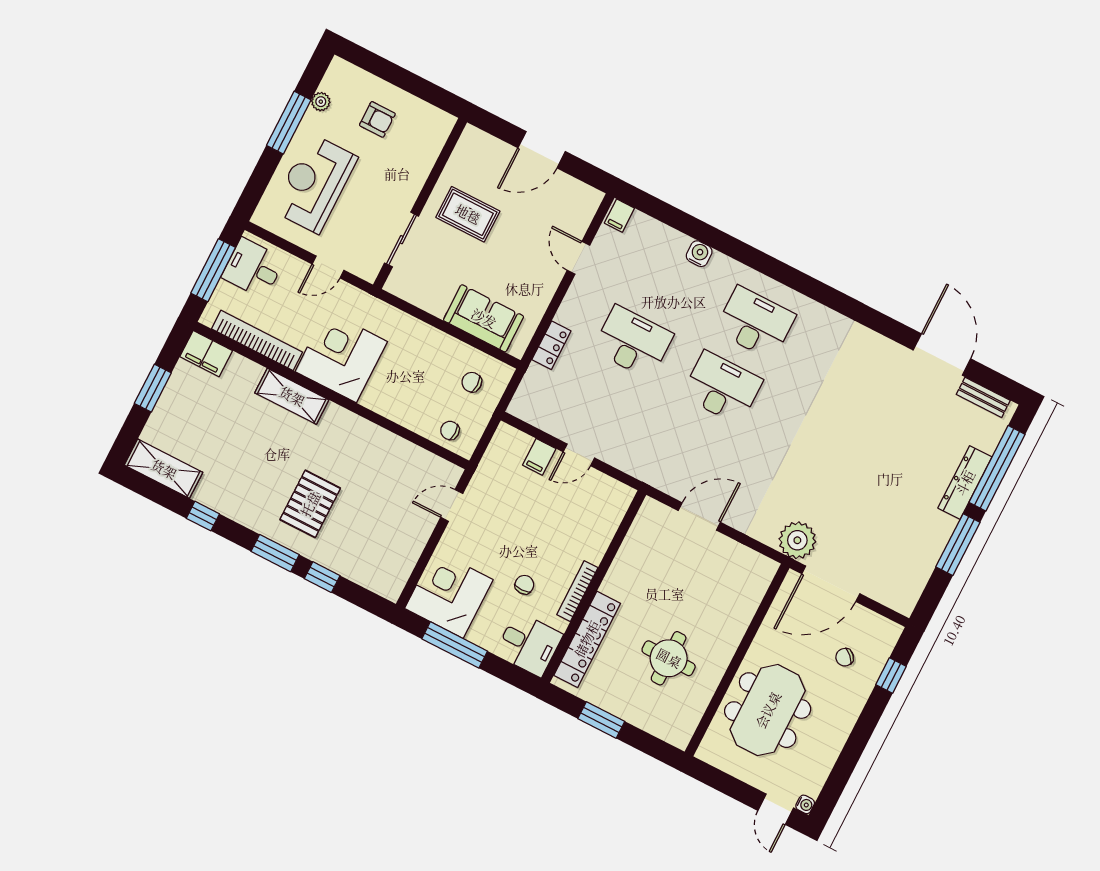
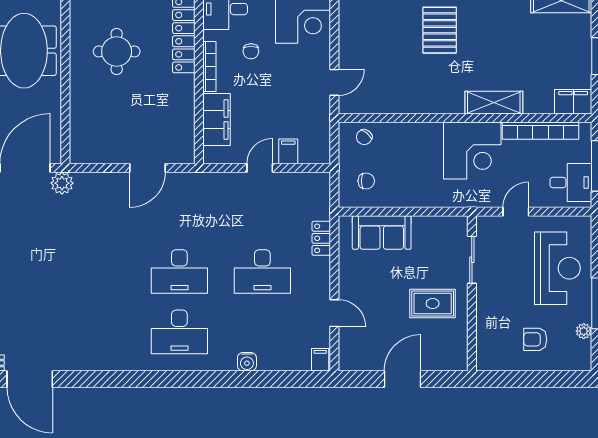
chair: (450, 430) -> (364, 137), turned 130
filing cabinet: (599, 530) -> (217, 119), added
plant: (797, 540) -> (62, 183), width x0.73, depth x0.73

